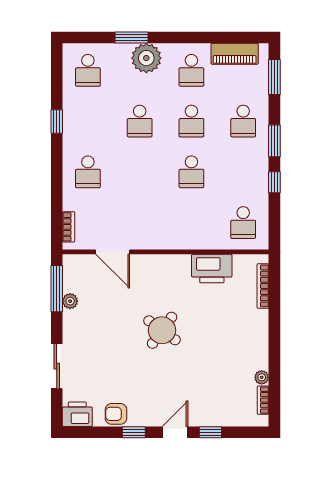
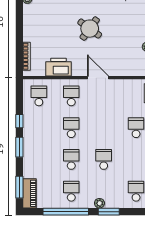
window: (200, 38) -> (66, 212), added
piano: (235, 54) -> (29, 193), moved, turned 90
plant: (146, 58) -> (99, 203), width x0.53, depth x0.53
school desk: (243, 121) -> (71, 96), moved
door: (113, 252) -> (98, 78), moved

